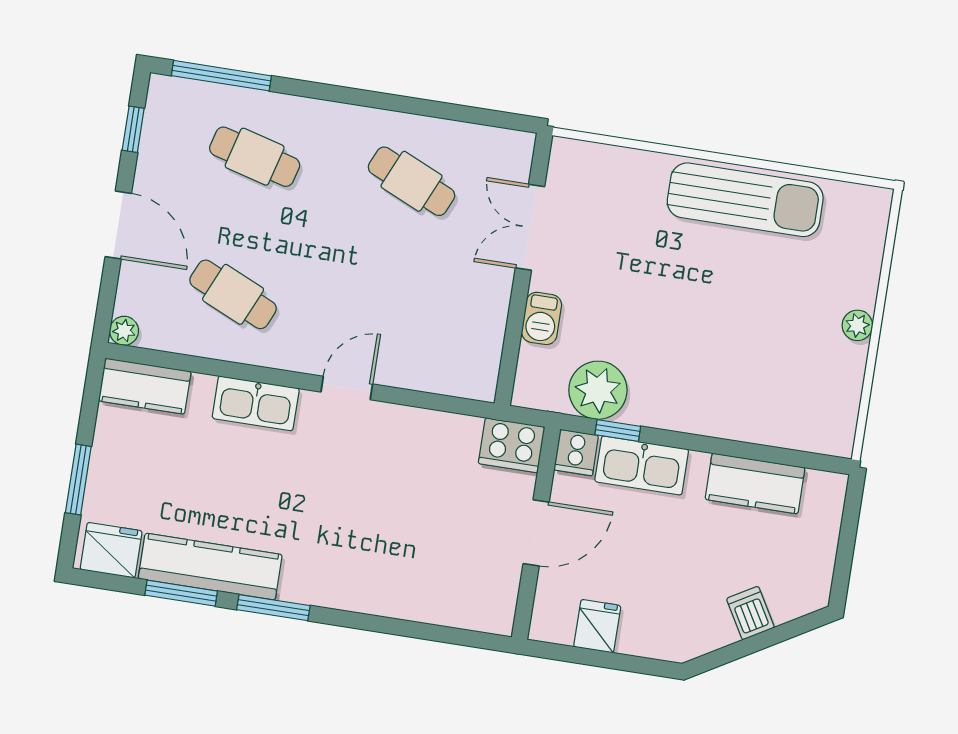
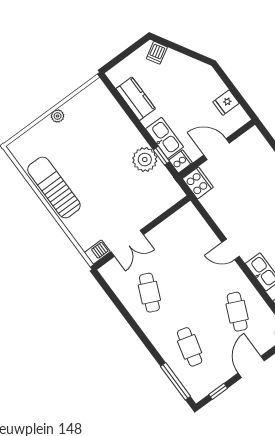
barbecue: (542, 318) -> (97, 252), moved
plant: (598, 390) -> (145, 160), moved
dishwasher: (750, 613) -> (157, 53), moved

